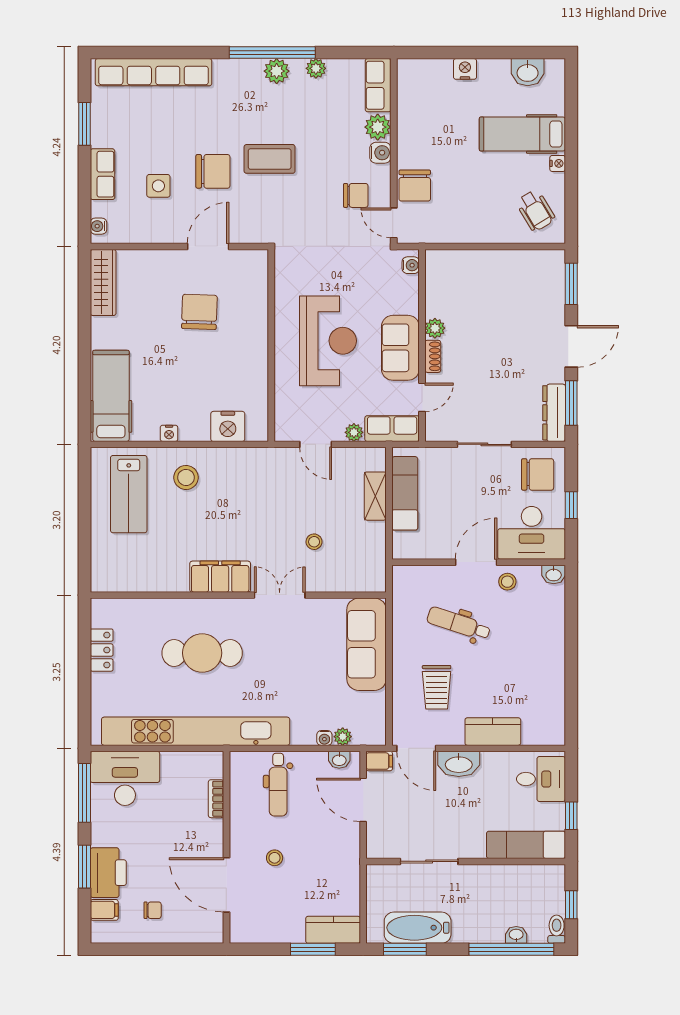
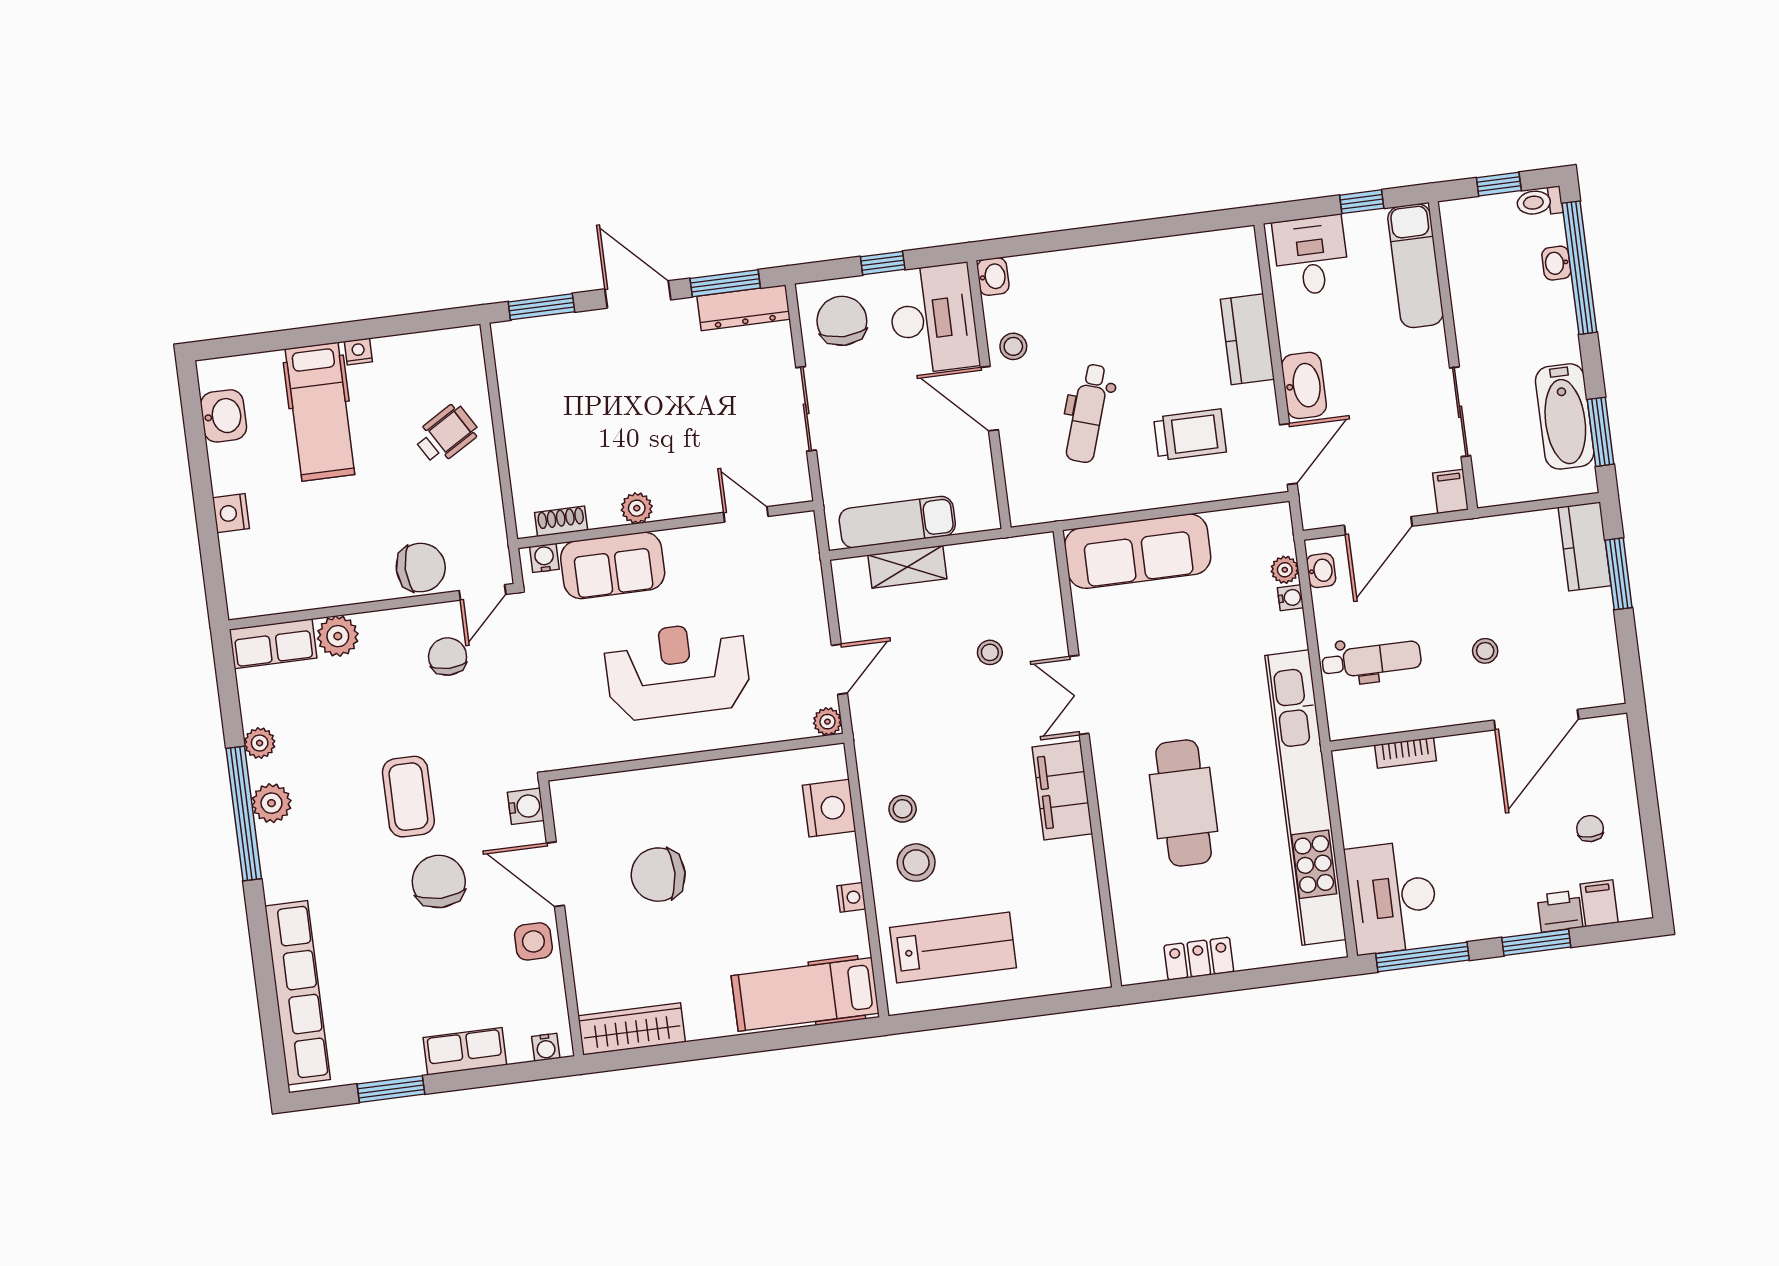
water cooler: (380, 153) -> (526, 806), moved, turned 90
side table: (158, 186) -> (533, 941), moved
wheelchair: (536, 211) -> (446, 434), moved
sofa: (400, 348) -> (613, 565), moved
shoe rack: (433, 356) -> (561, 521), moved
row of seats: (392, 429) -> (800, 554), removed
plant: (354, 432) -> (827, 722), moved
stool: (221, 473) -> (903, 809), added
filing cabinet: (379, 761) -> (1450, 491), moved
printer: (108, 873) -> (1560, 911), width x0.53, depth x0.68

